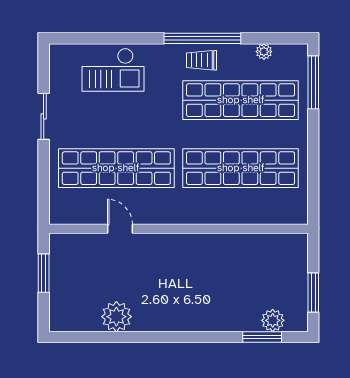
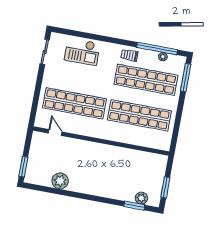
window: (202, 38) -> (157, 49), moved
sliding door: (44, 116) -> (45, 52), moved
door: (120, 229) -> (55, 133), moved
window: (44, 273) -> (23, 167), moved

